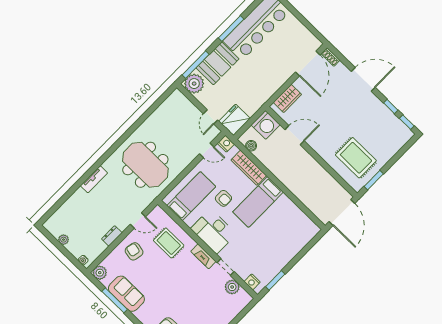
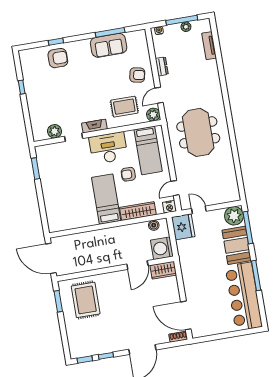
wardrobe: (287, 98) -> (163, 270), moved, turned -90
rug: (356, 158) -> (86, 300), turned 90
meeting table: (145, 165) -> (198, 132), turned 90
tv unit: (94, 179) -> (209, 46), moved
window: (60, 247) -> (182, 20), added
plant: (100, 273) -> (153, 115), moved
nightstand: (252, 282) -> (47, 150), removed

